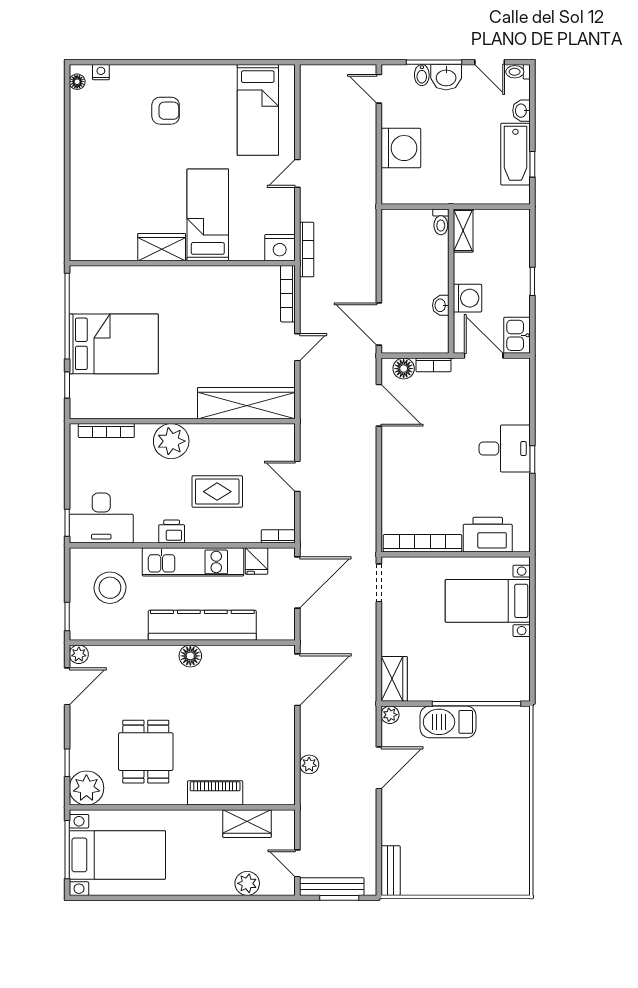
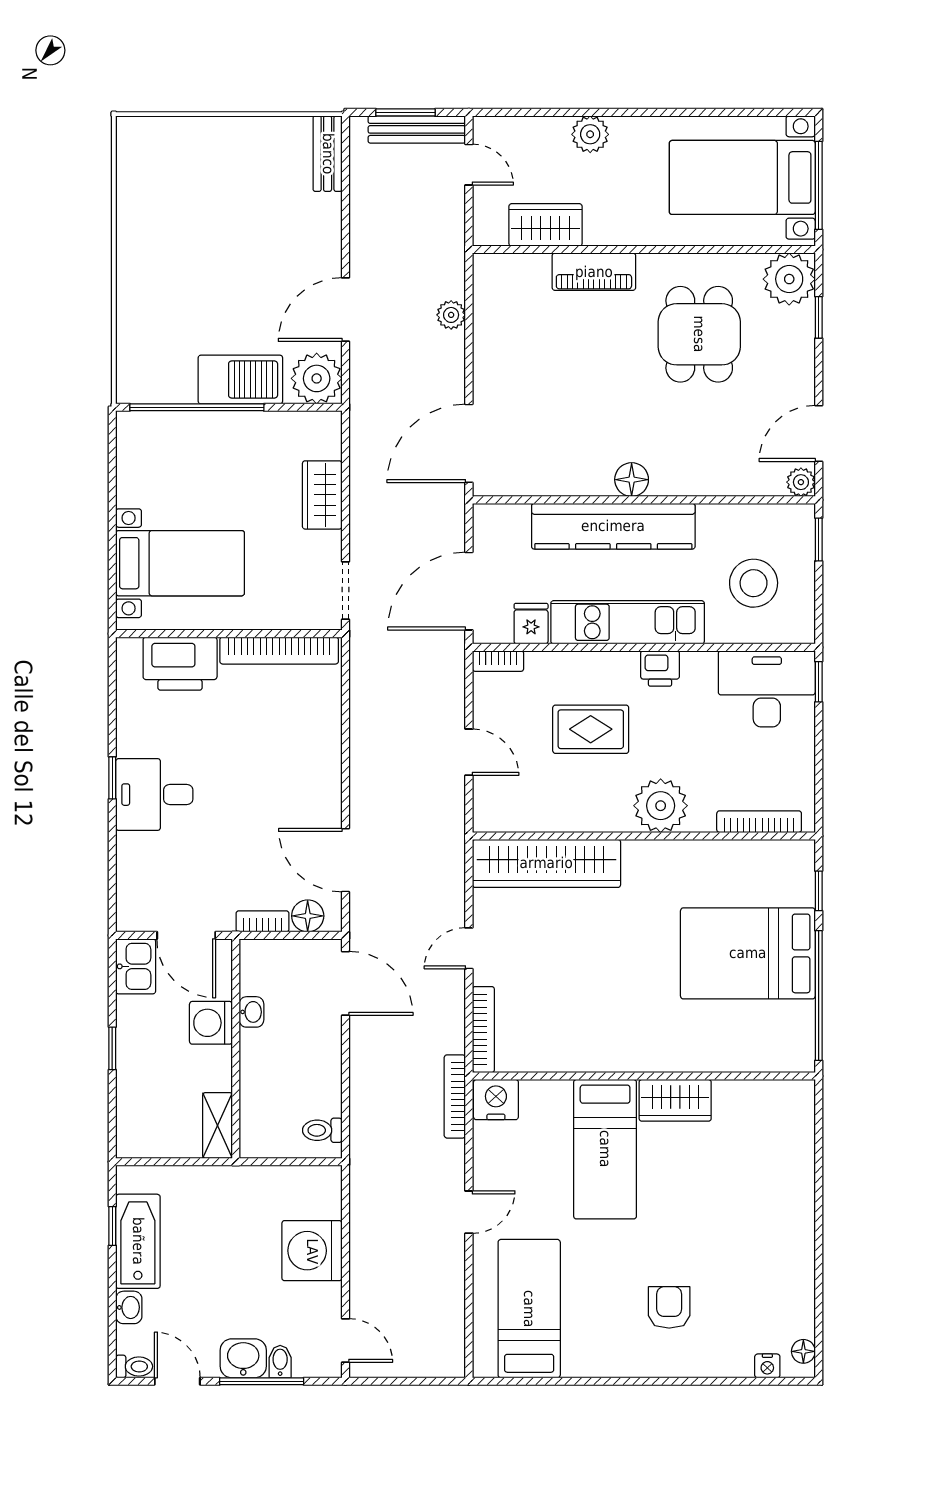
armchair: (166, 111) -> (669, 1307), turned 90
toilet: (441, 222) -> (322, 1130), moved, turned -90
wardrobe: (394, 679) -> (322, 495), moved
plant: (390, 715) -> (317, 378), width x1.88, depth x1.88
plant: (247, 883) -> (590, 134), moved

